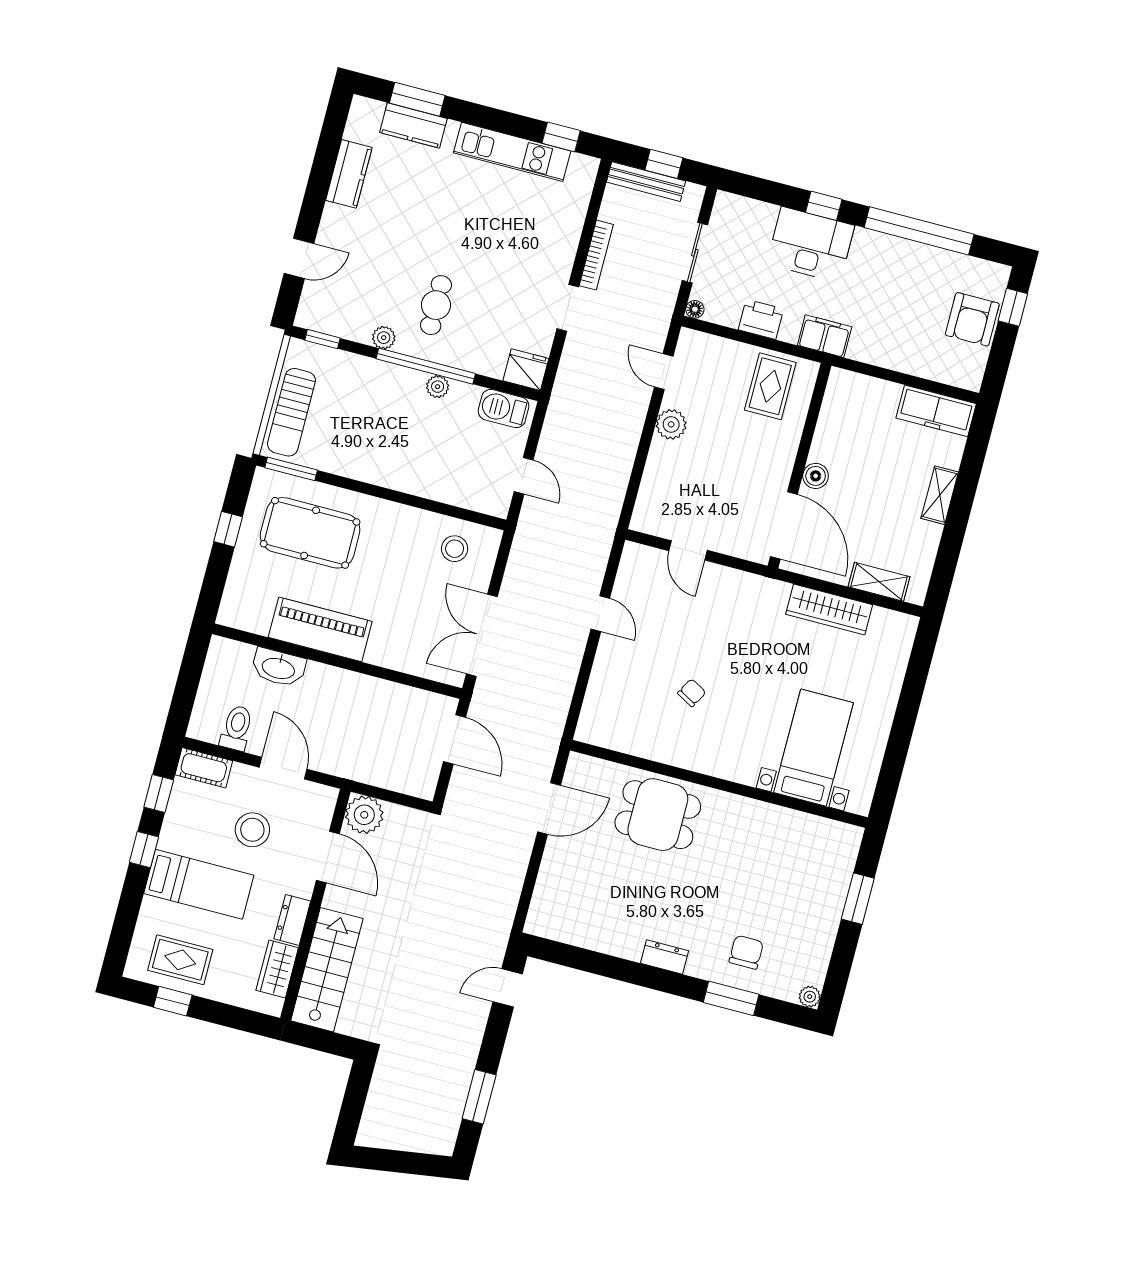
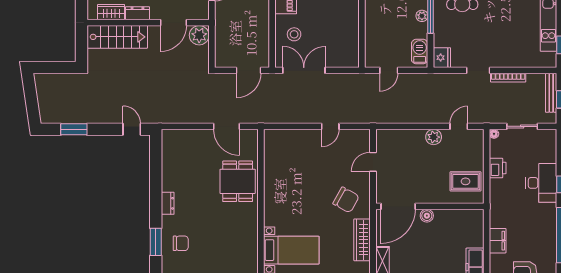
filing cabinet: (825, 336) -> (498, 241), moved
stool: (455, 549) -> (294, 34), moved
chair: (692, 693) -> (346, 200), moved, width x1.87, depth x1.87

